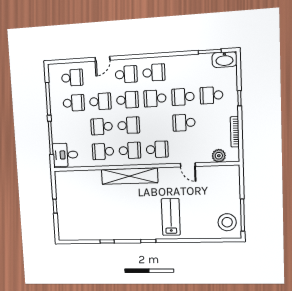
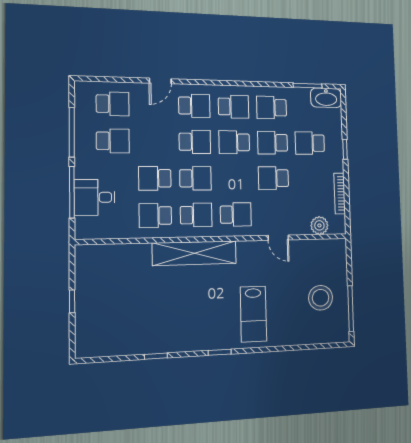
school desk: (100, 101) -> (272, 108), moved, turned 180
desk: (65, 155) -> (95, 197), moved
lab bench: (171, 217) -> (253, 314), turned 180
stool: (227, 222) -> (321, 298), moved

